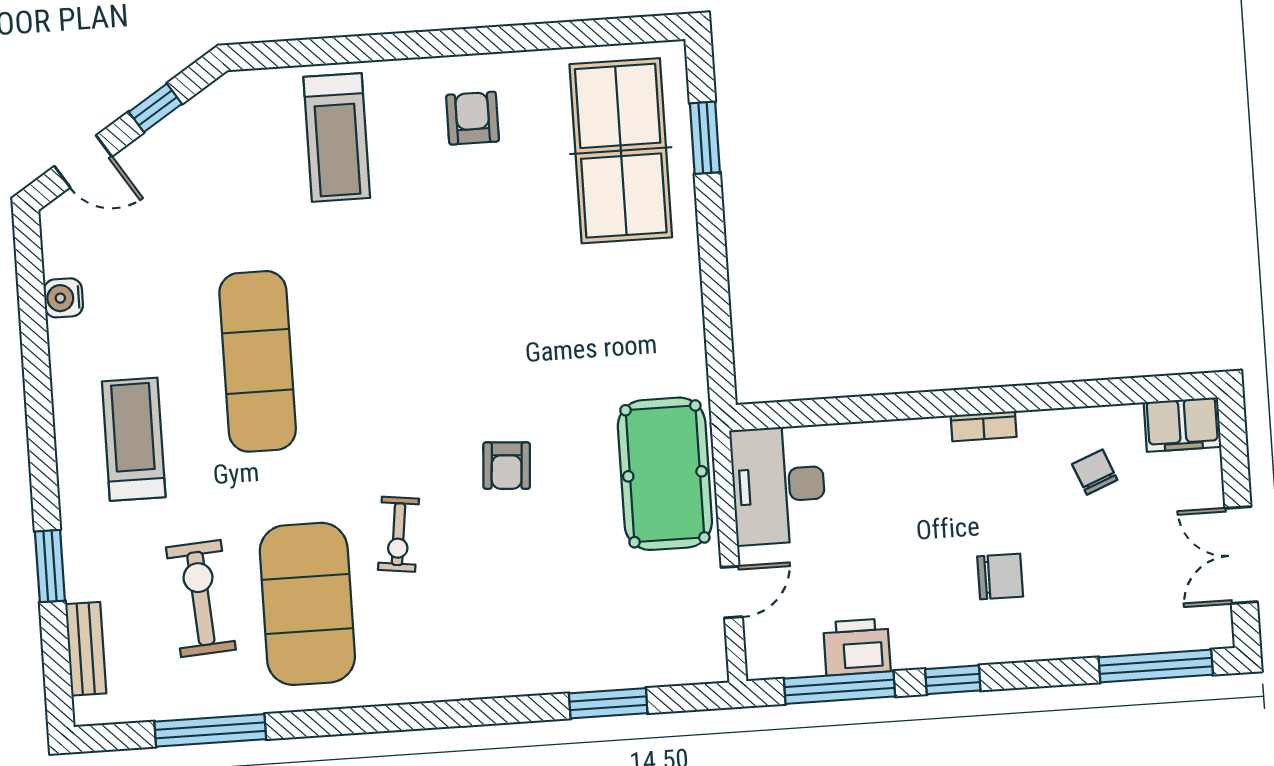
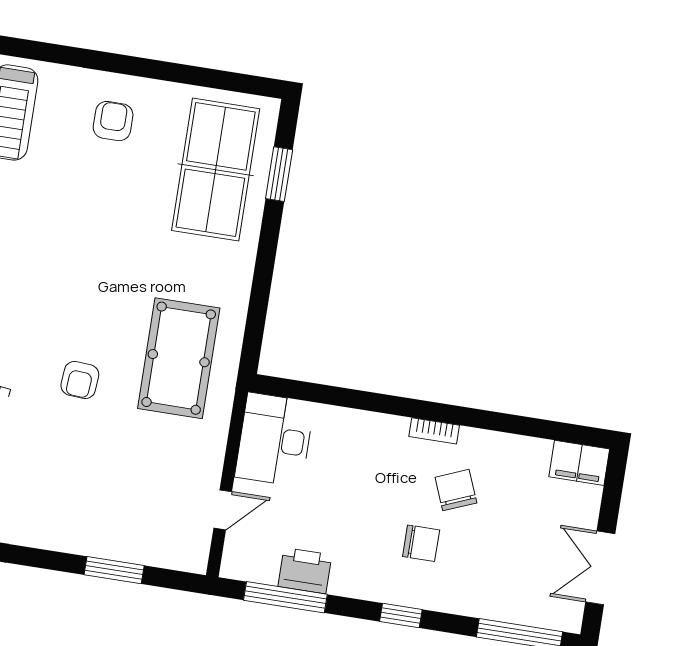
chair: (1095, 472) -> (456, 490), moved, width x1.37, depth x1.37
pool table: (665, 474) -> (179, 358), moved
window: (953, 680) -> (401, 616), moved

